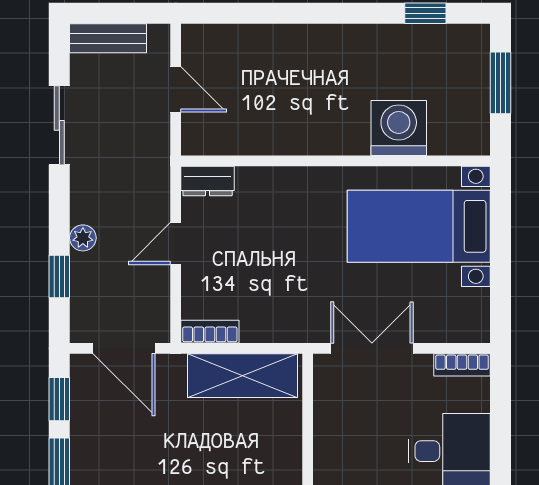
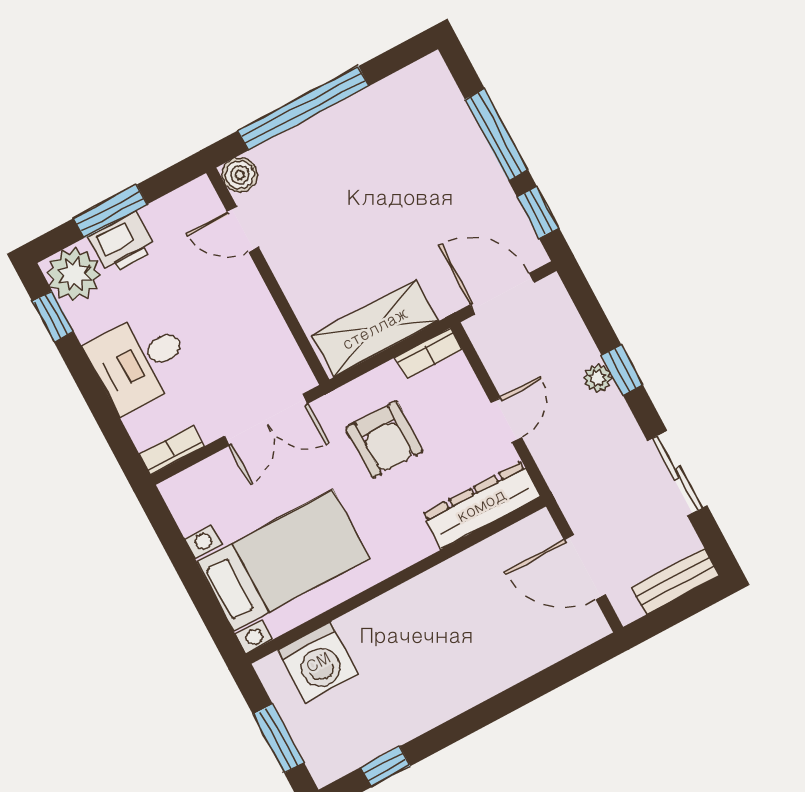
door: (176, 89) -> (585, 567), width x1.38
washing machine: (399, 128) -> (318, 662), moved
dresser: (208, 181) -> (481, 505), width x1.96, depth x1.24
window: (59, 277) -> (622, 370), moved
armchair: (284, 281) -> (384, 439), added

